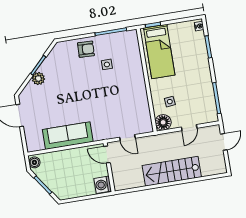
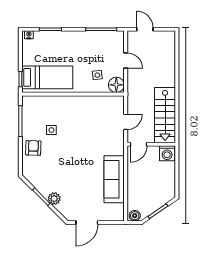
stairs: (172, 171) -> (165, 115), moved

